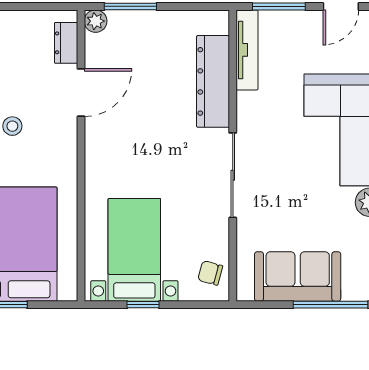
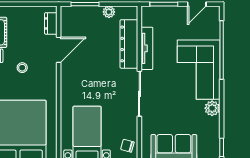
plant: (96, 21) -> (109, 12), moved
tv unit: (247, 50) -> (147, 48), moved

